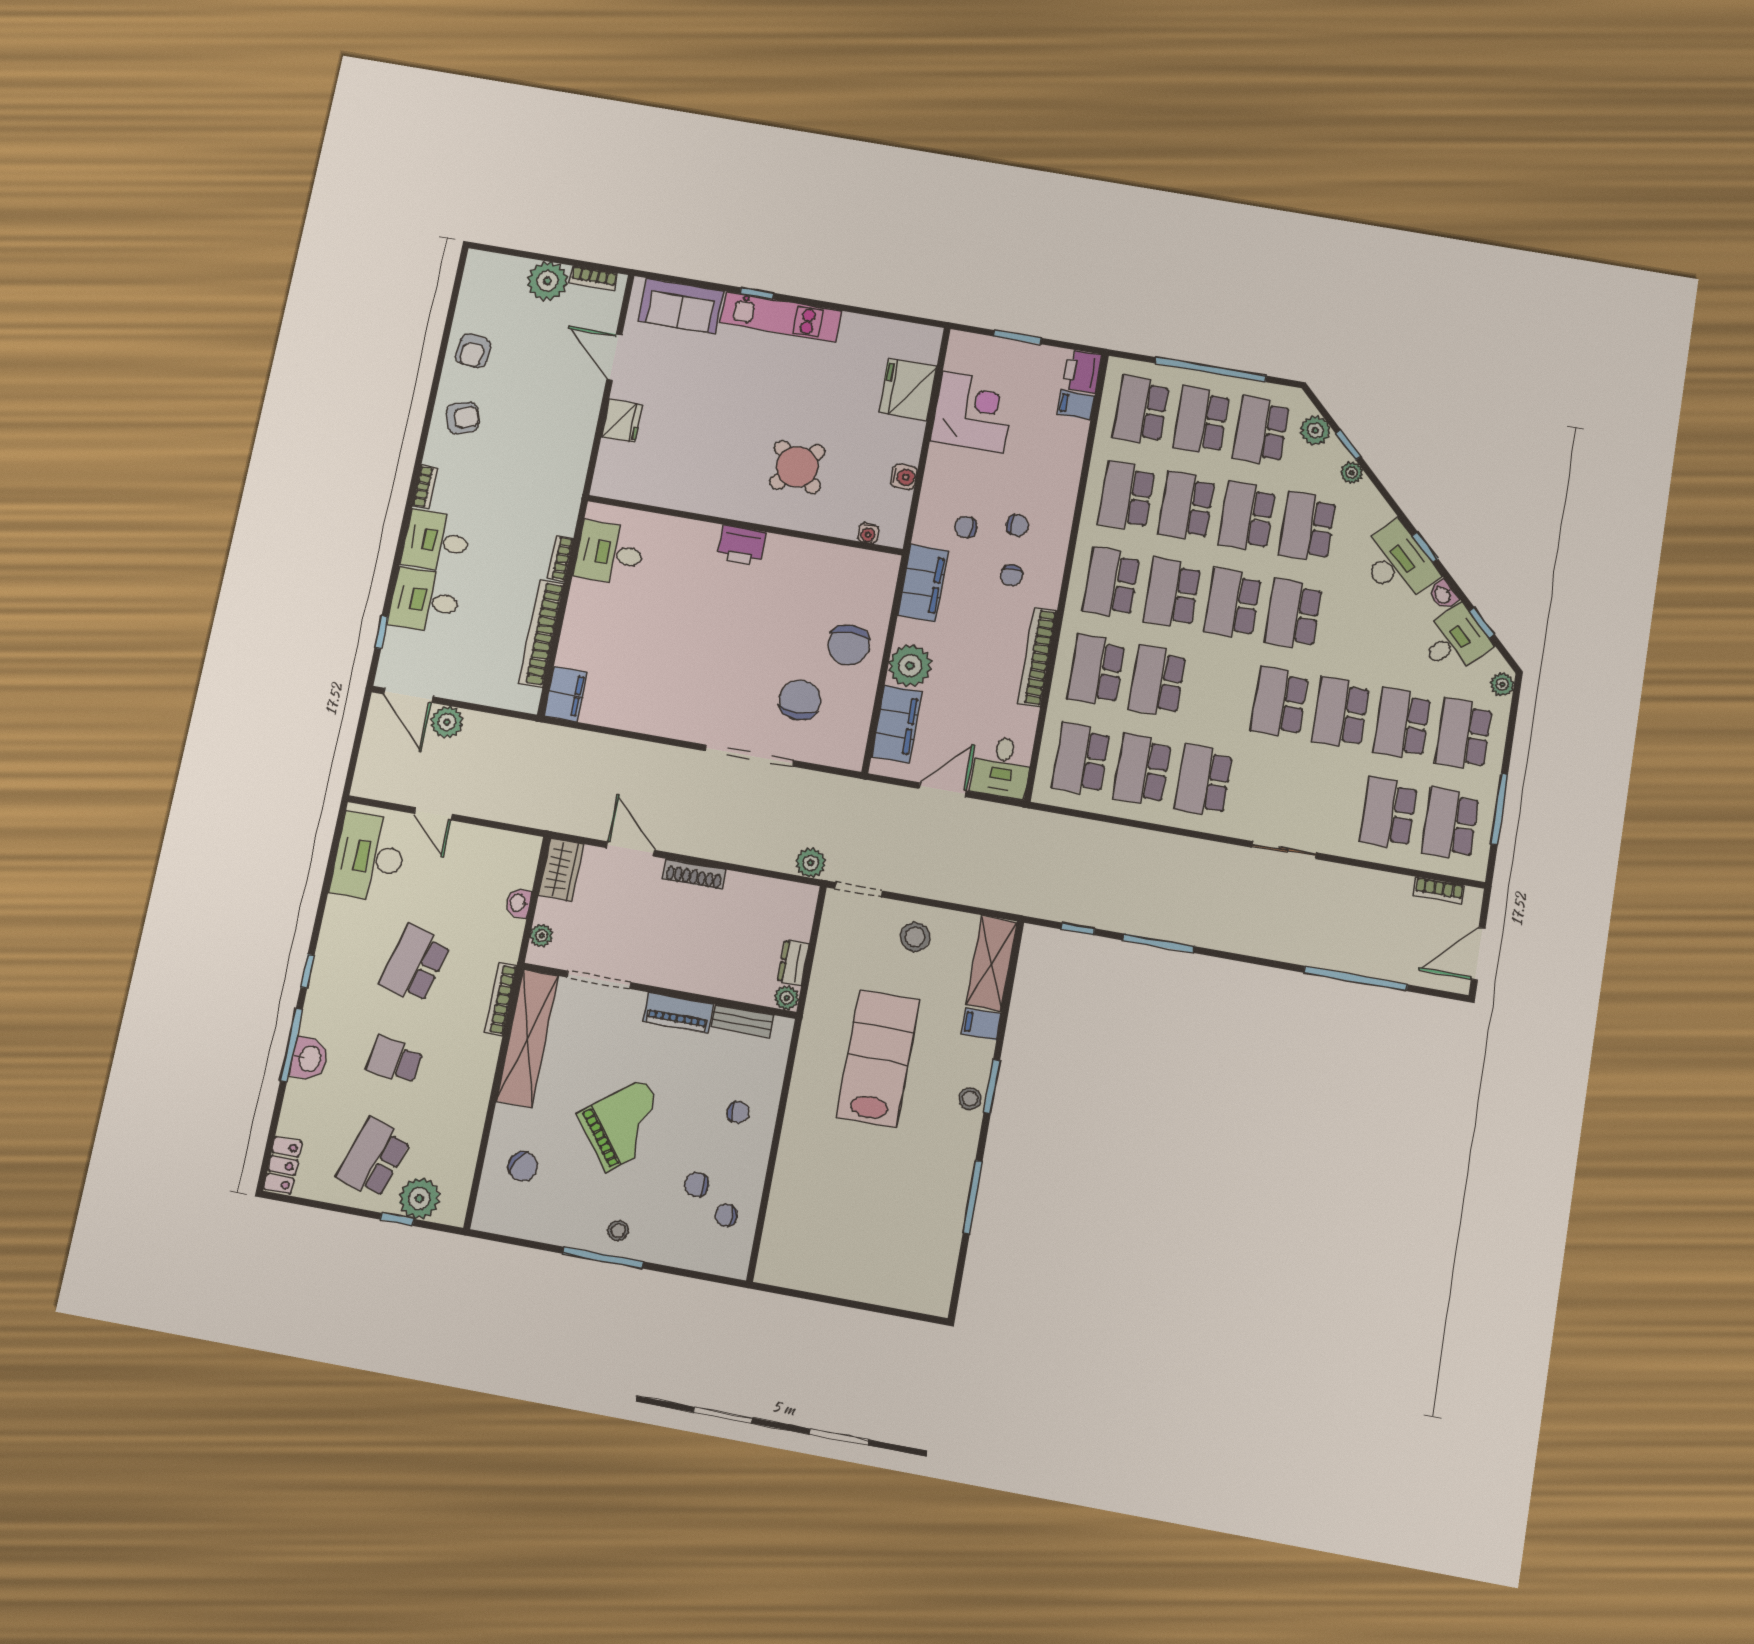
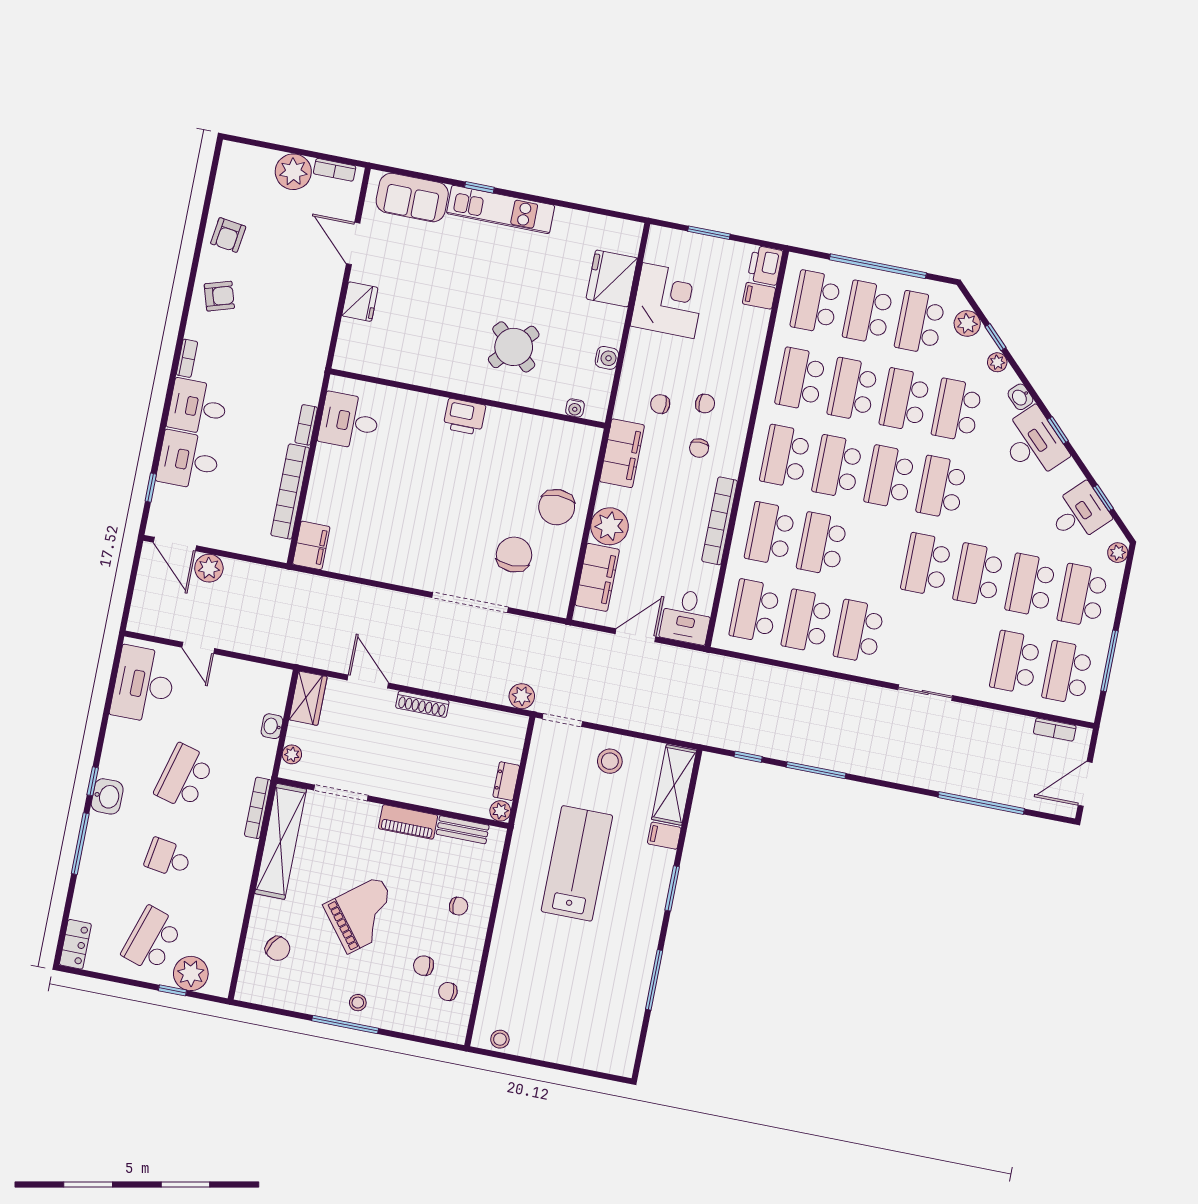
washbasin: (1443, 595) -> (1020, 397), moved
washbasin: (309, 1059) -> (107, 796), moved
stool: (970, 1099) -> (500, 1039), moved

